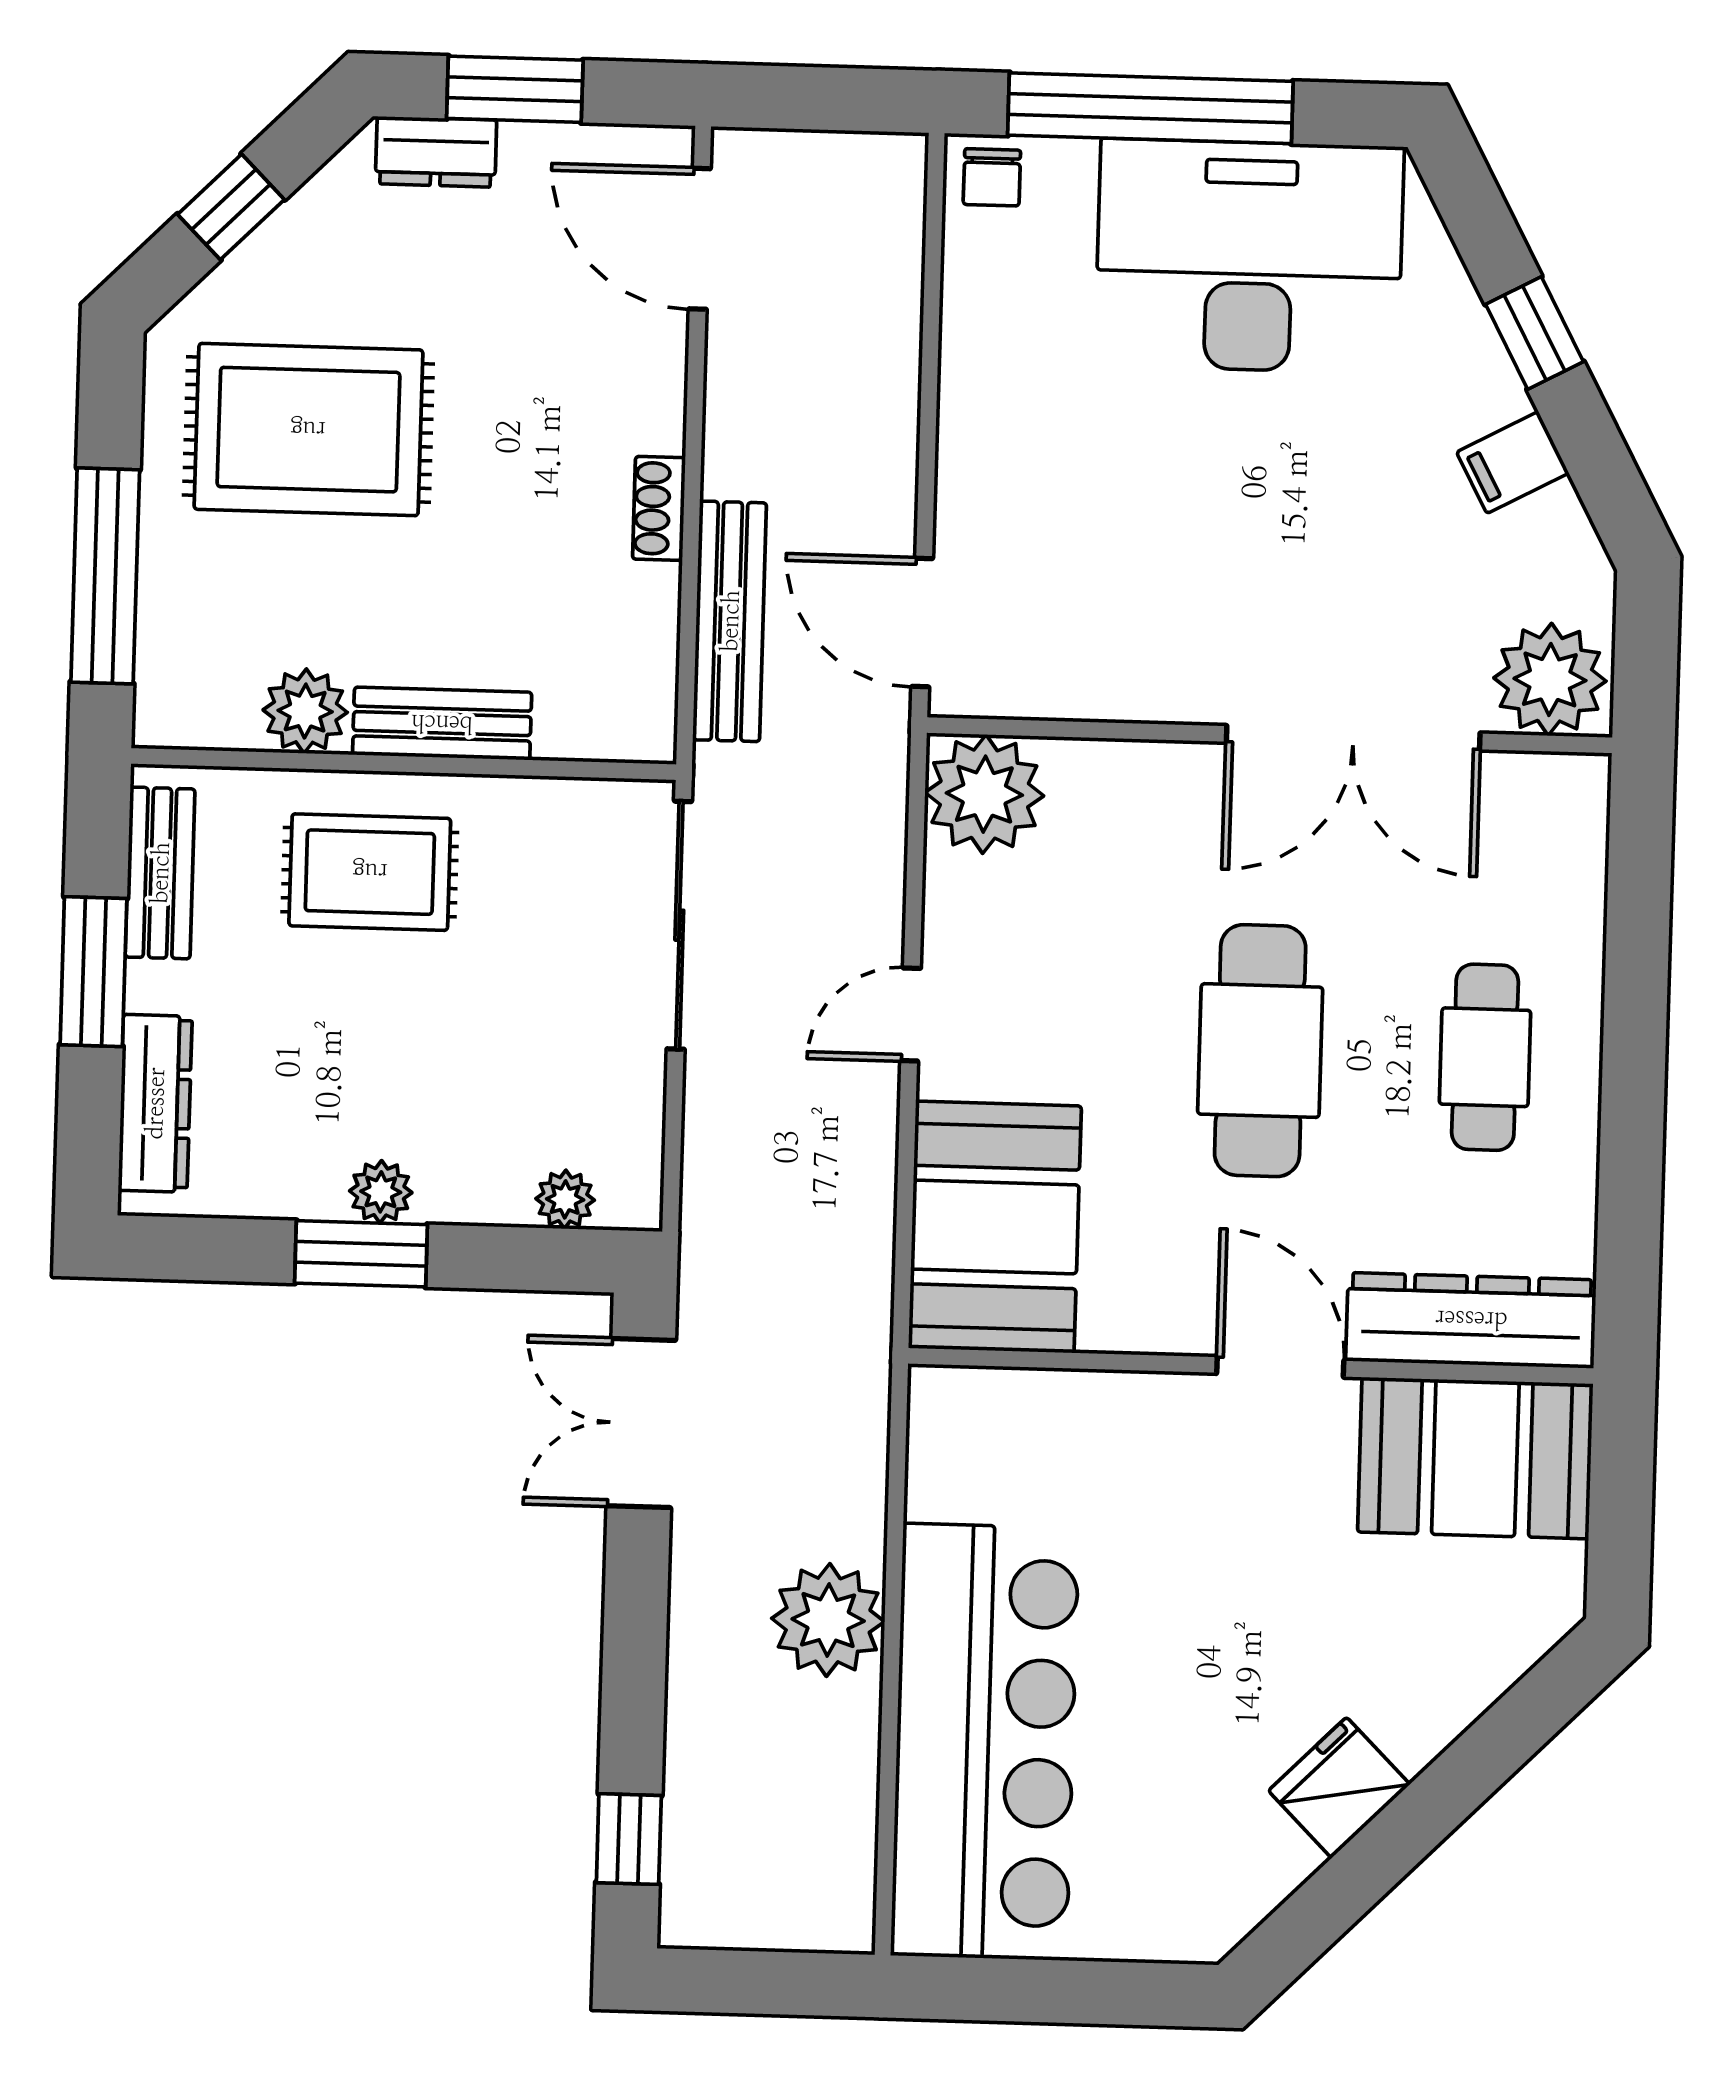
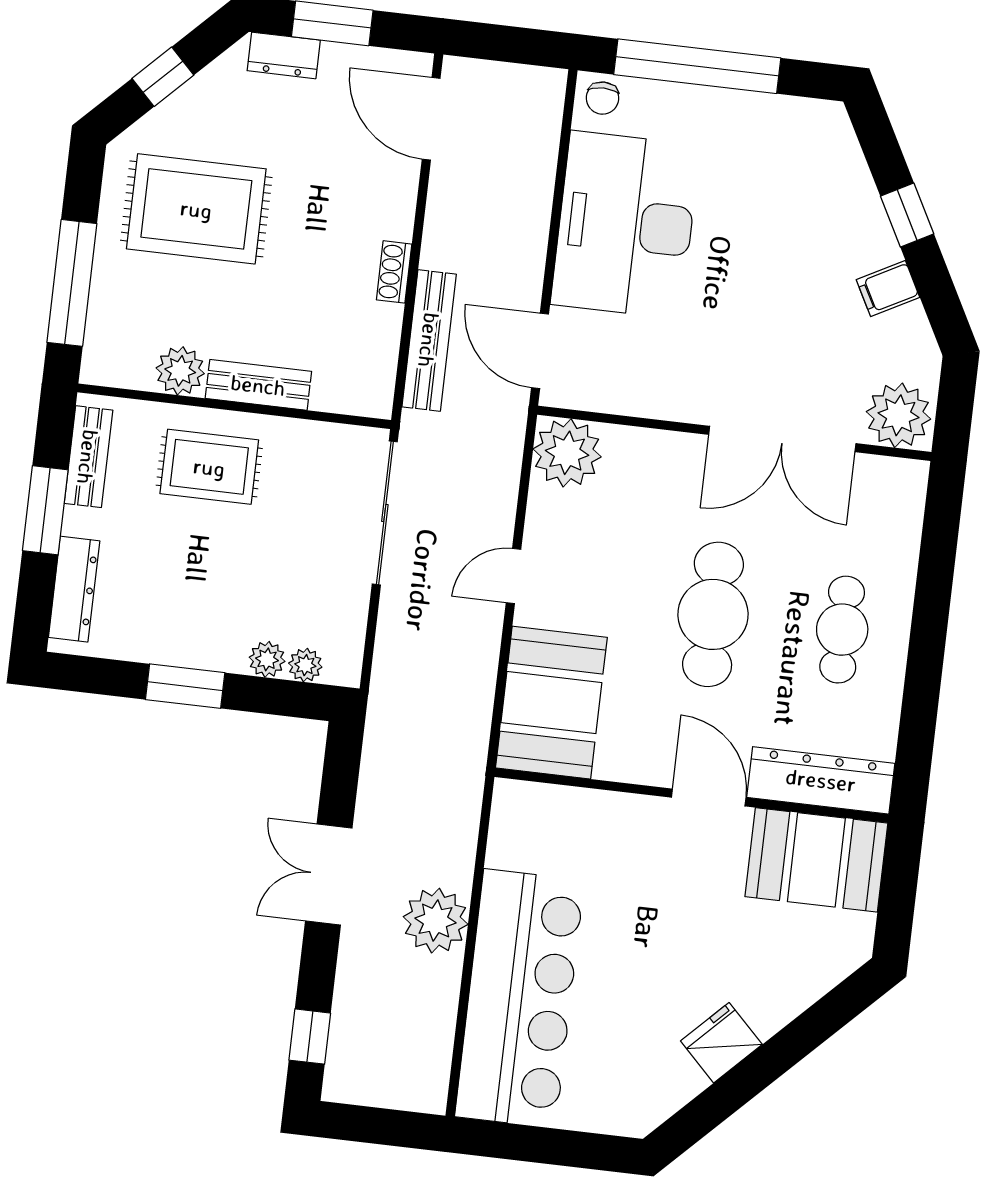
desk: (1249, 256) -> (625, 225), moved, turned -90
plant: (381, 1192) -> (267, 659), moved
double door: (641, 1423) -> (329, 874), moved

